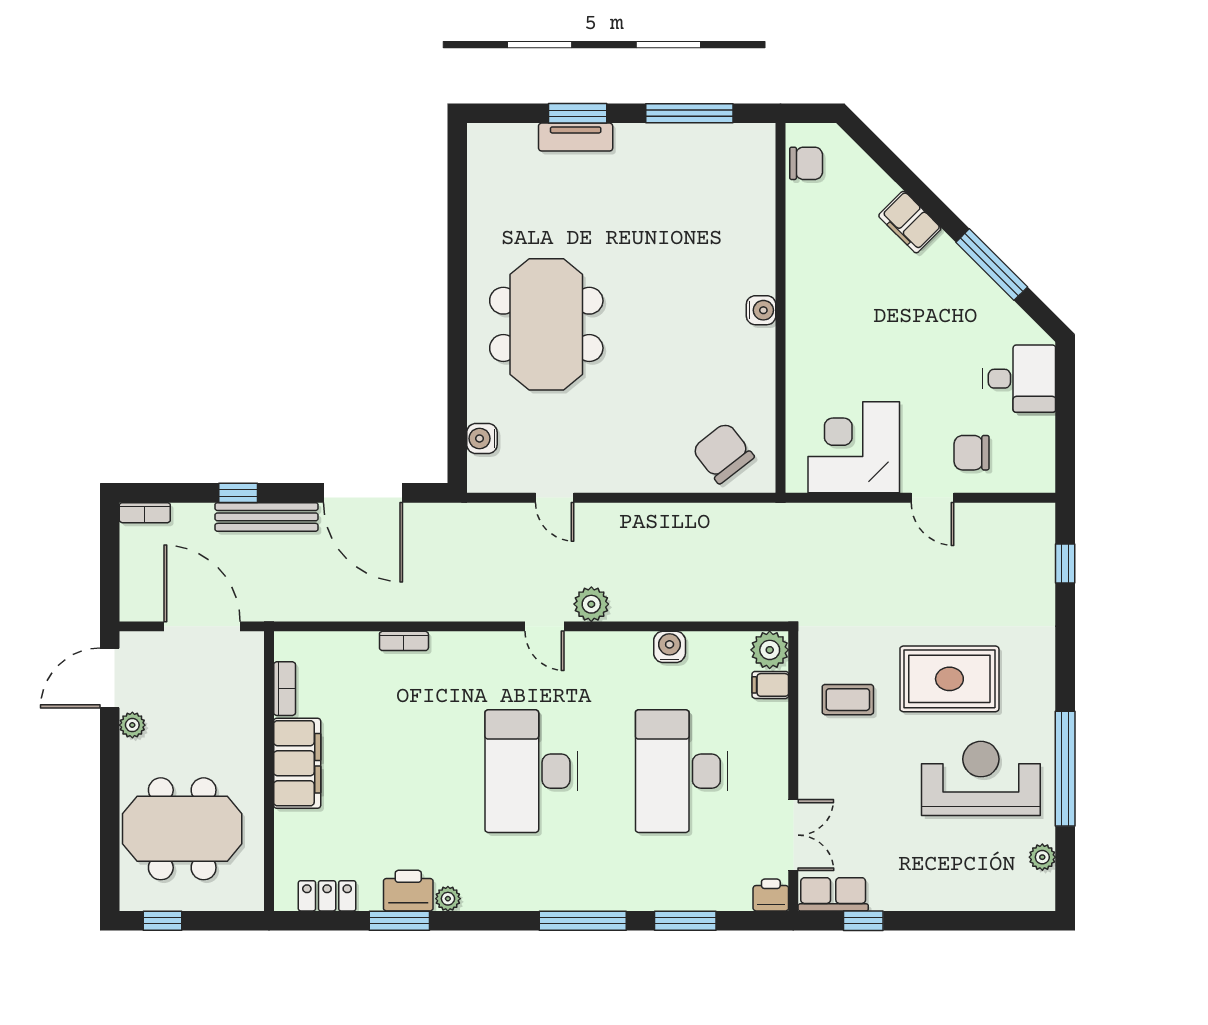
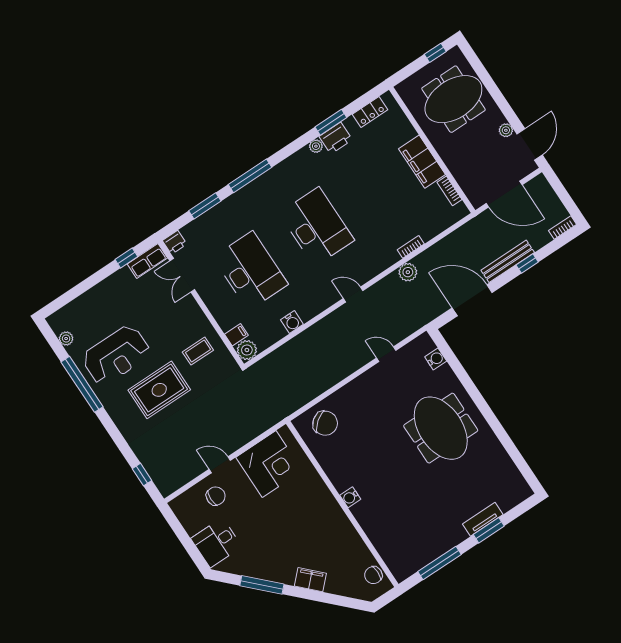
plant: (591, 604) -> (408, 272), moved

